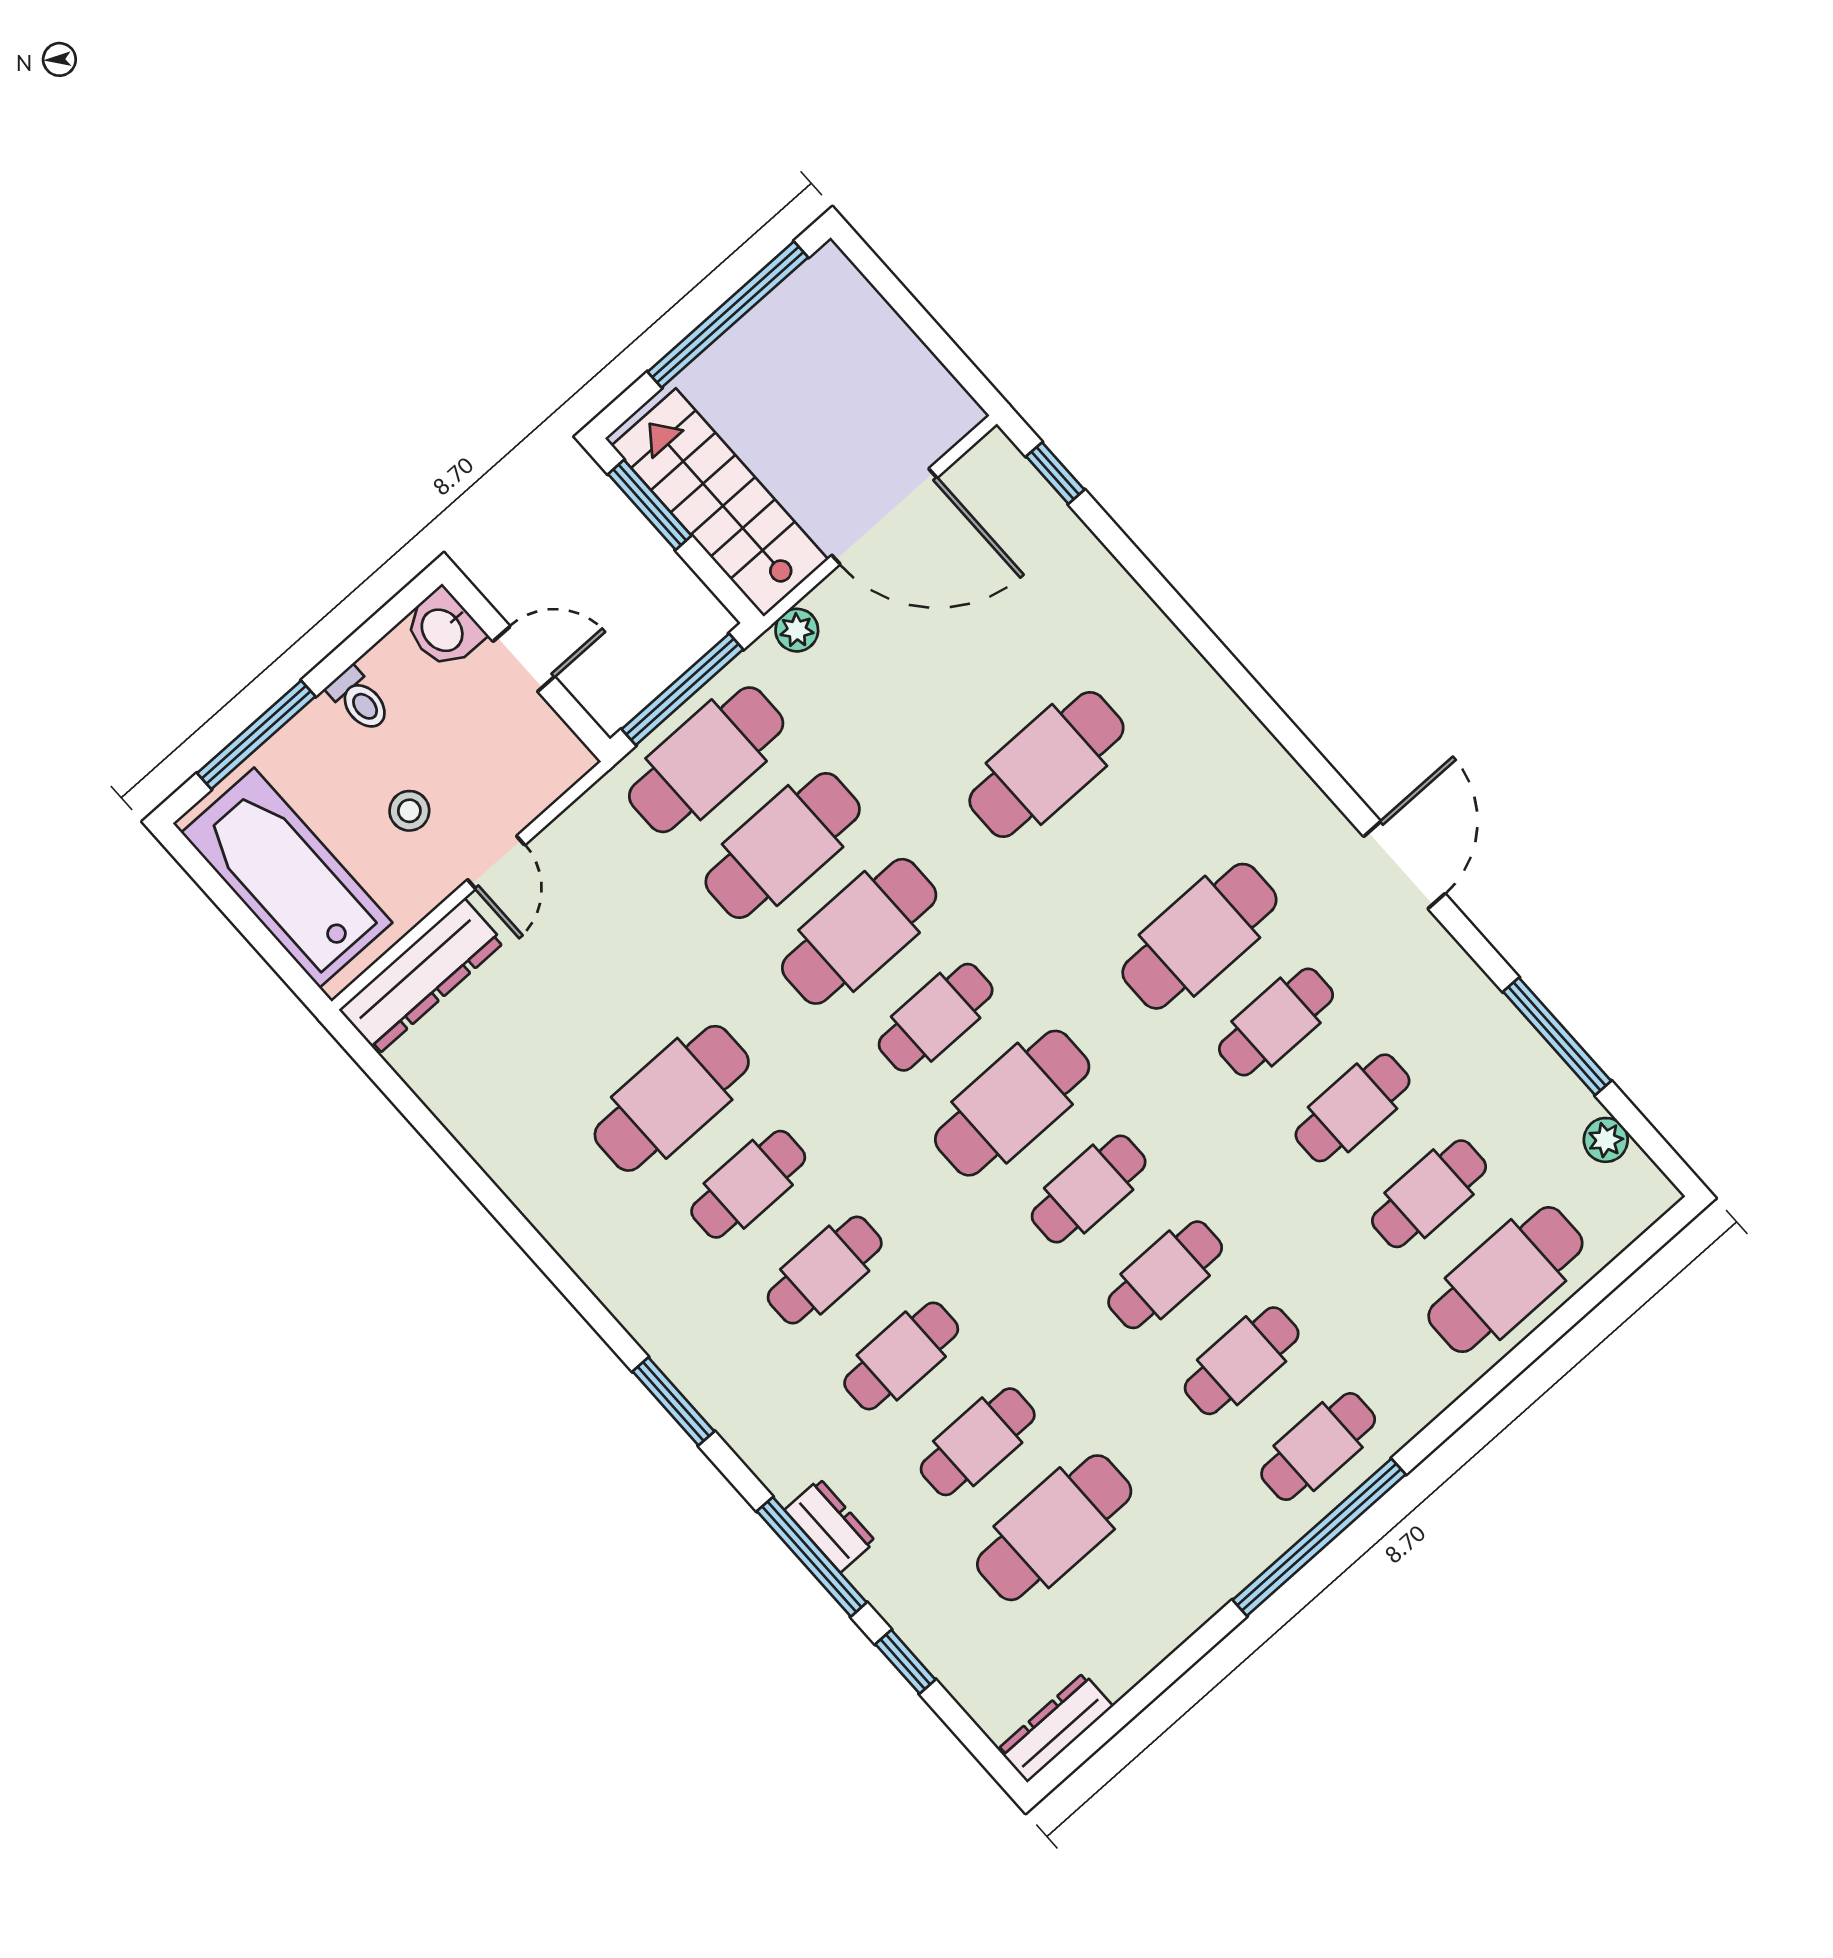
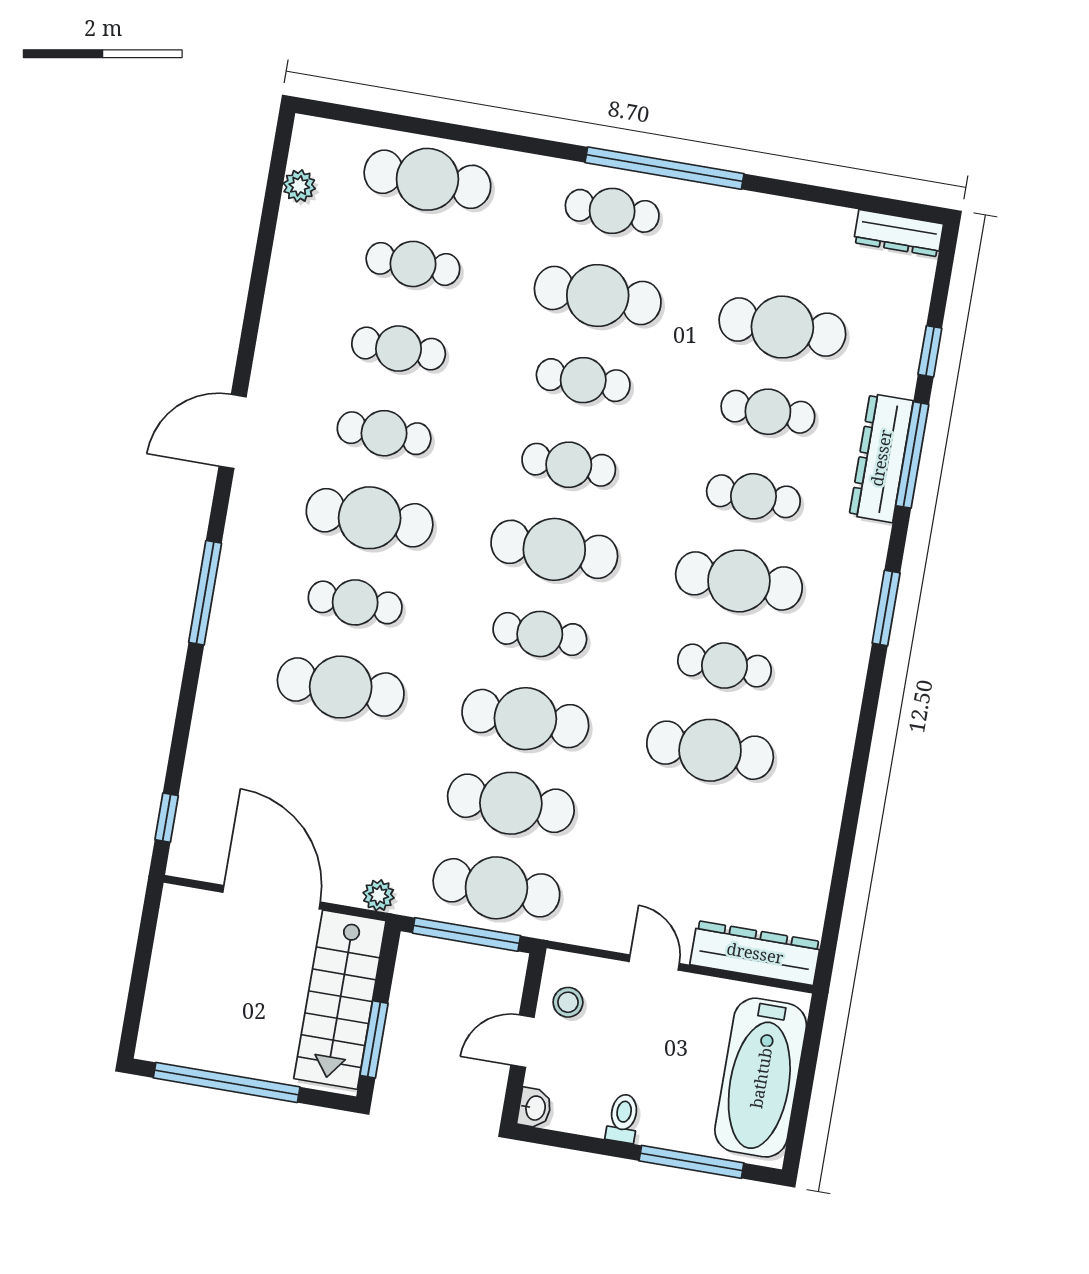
washbasin: (443, 629) -> (535, 1108), width x0.72, depth x0.69
door: (524, 659) -> (522, 1041), hinge flipped
stool: (409, 811) -> (568, 1002), moved
cafe table: (1123, 850) -> (355, 602), added
door: (496, 862) -> (654, 963), hinge flipped
window: (1557, 1036) -> (205, 593), moved
cafe table: (825, 1270) -> (739, 581), width x1.37, depth x1.35
cafe table: (1242, 1361) -> (598, 295), width x1.37, depth x1.35
dresser: (830, 1526) -> (881, 458), width x1.96, depth x1.24

